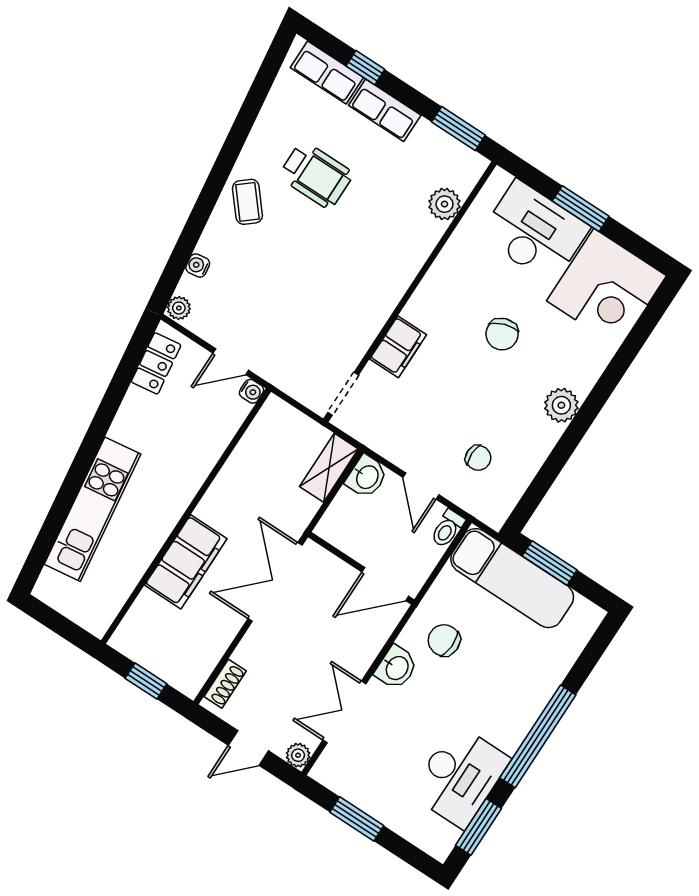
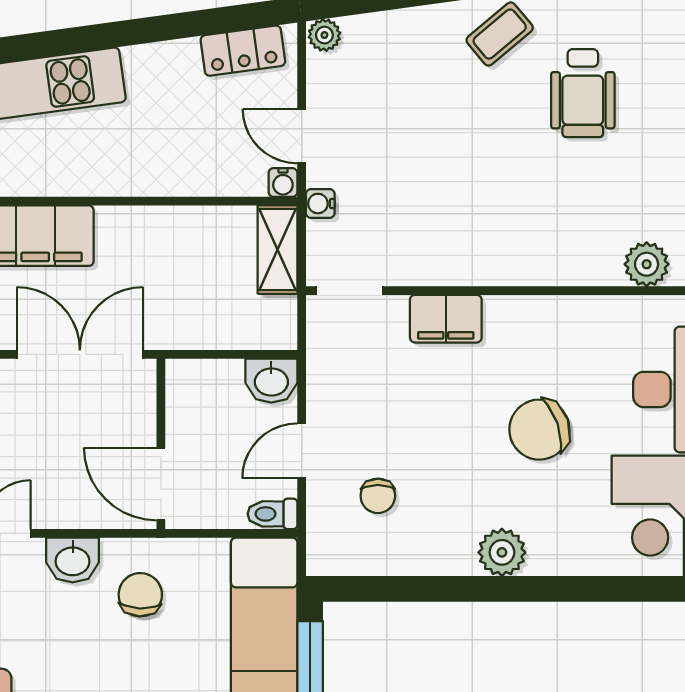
water cooler: (198, 266) -> (320, 204), moved, turned -82
chair: (502, 334) -> (539, 430), width x1.37, depth x1.37
shelving: (329, 468) -> (277, 250), moved, turned 90

